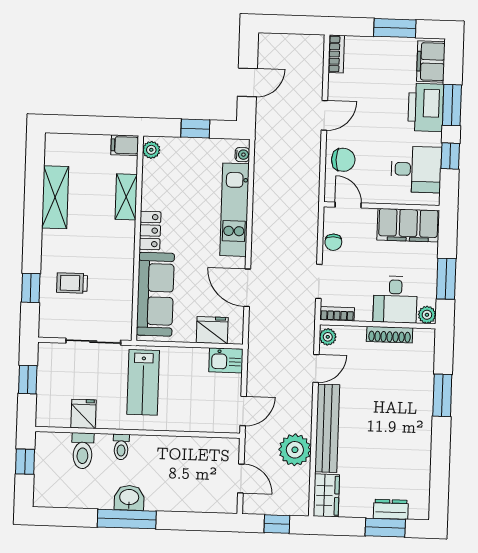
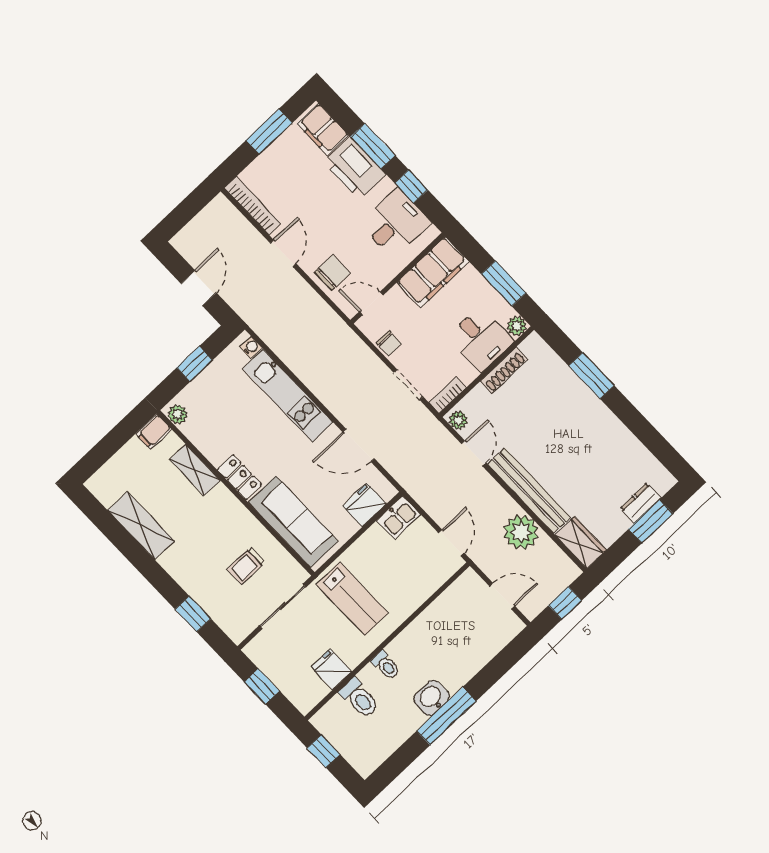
bookcase: (336, 54) -> (253, 206), width x1.56
trolley: (72, 283) -> (246, 566), moved

